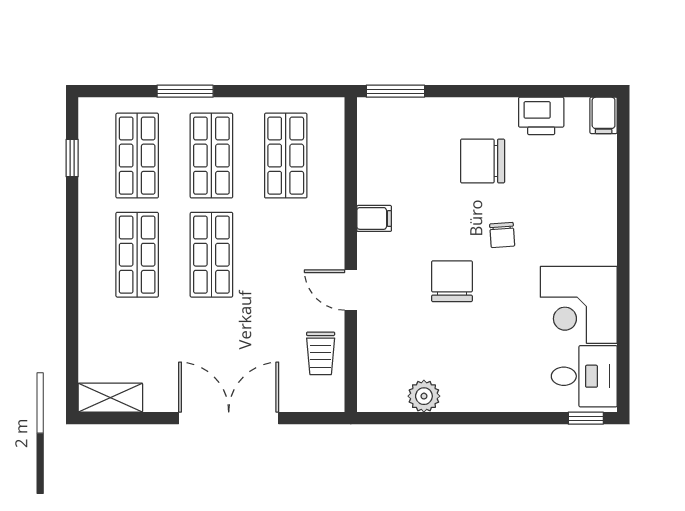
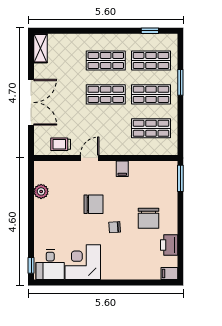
chair: (483, 161) -> (149, 218), turned 180

